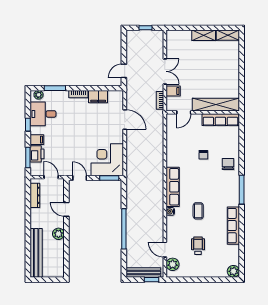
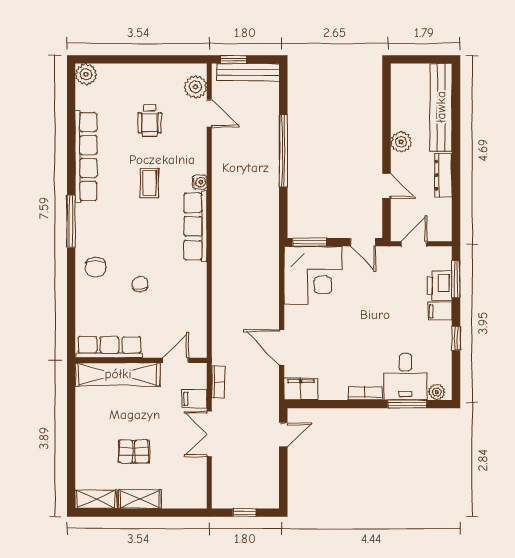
pallet: (207, 62) -> (134, 452), added
filing cabinet: (98, 97) -> (301, 389), moved
desk: (43, 114) -> (405, 377), moved, turned 90
door: (51, 177) -> (414, 244), swing flipped
dresser: (35, 195) -> (443, 175), moved
row of seats: (233, 226) -> (86, 157), width x1.36

